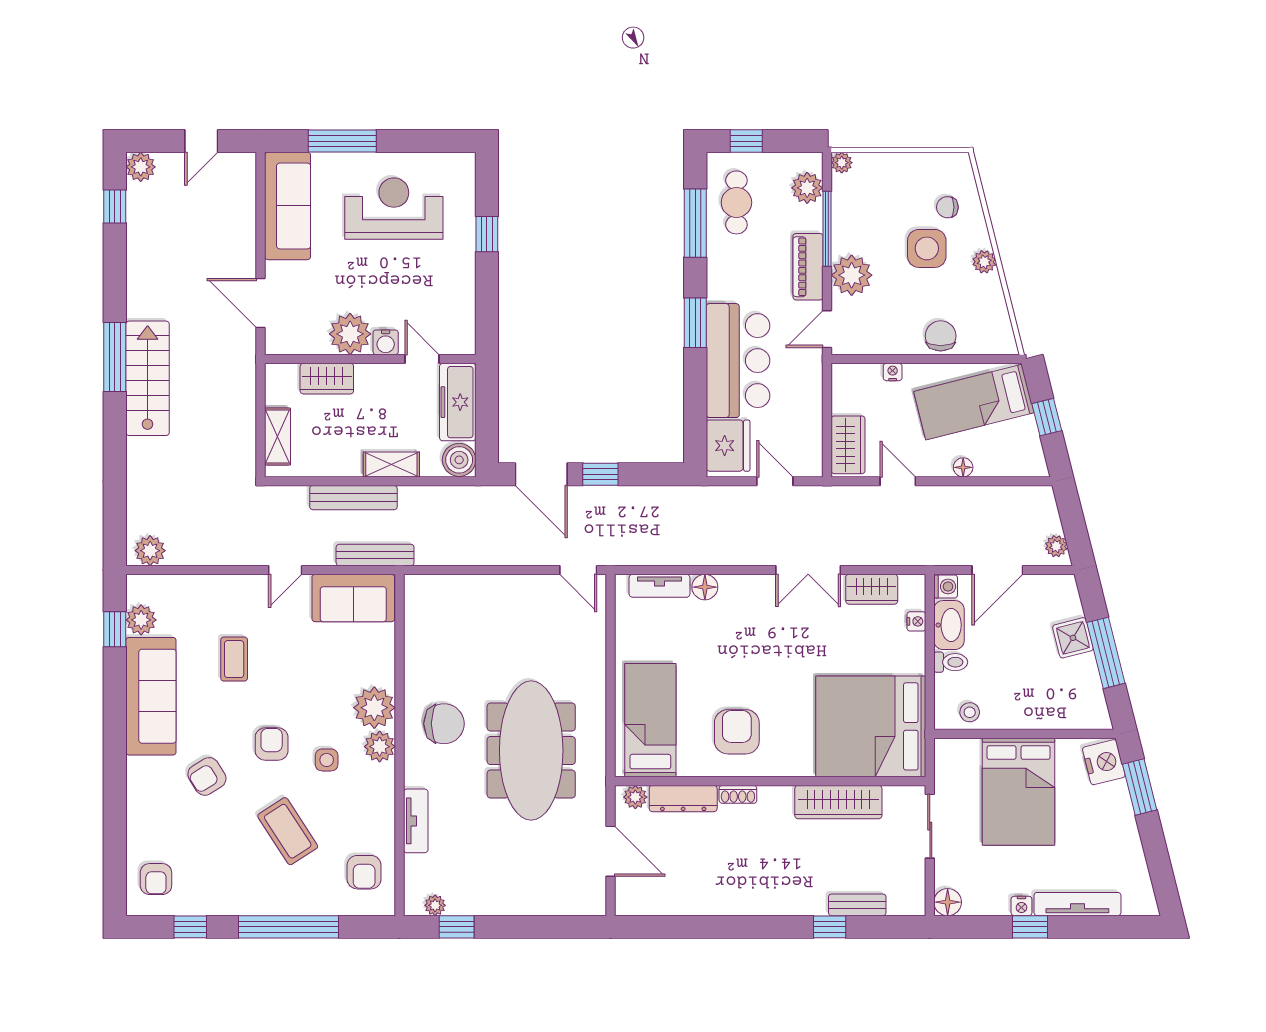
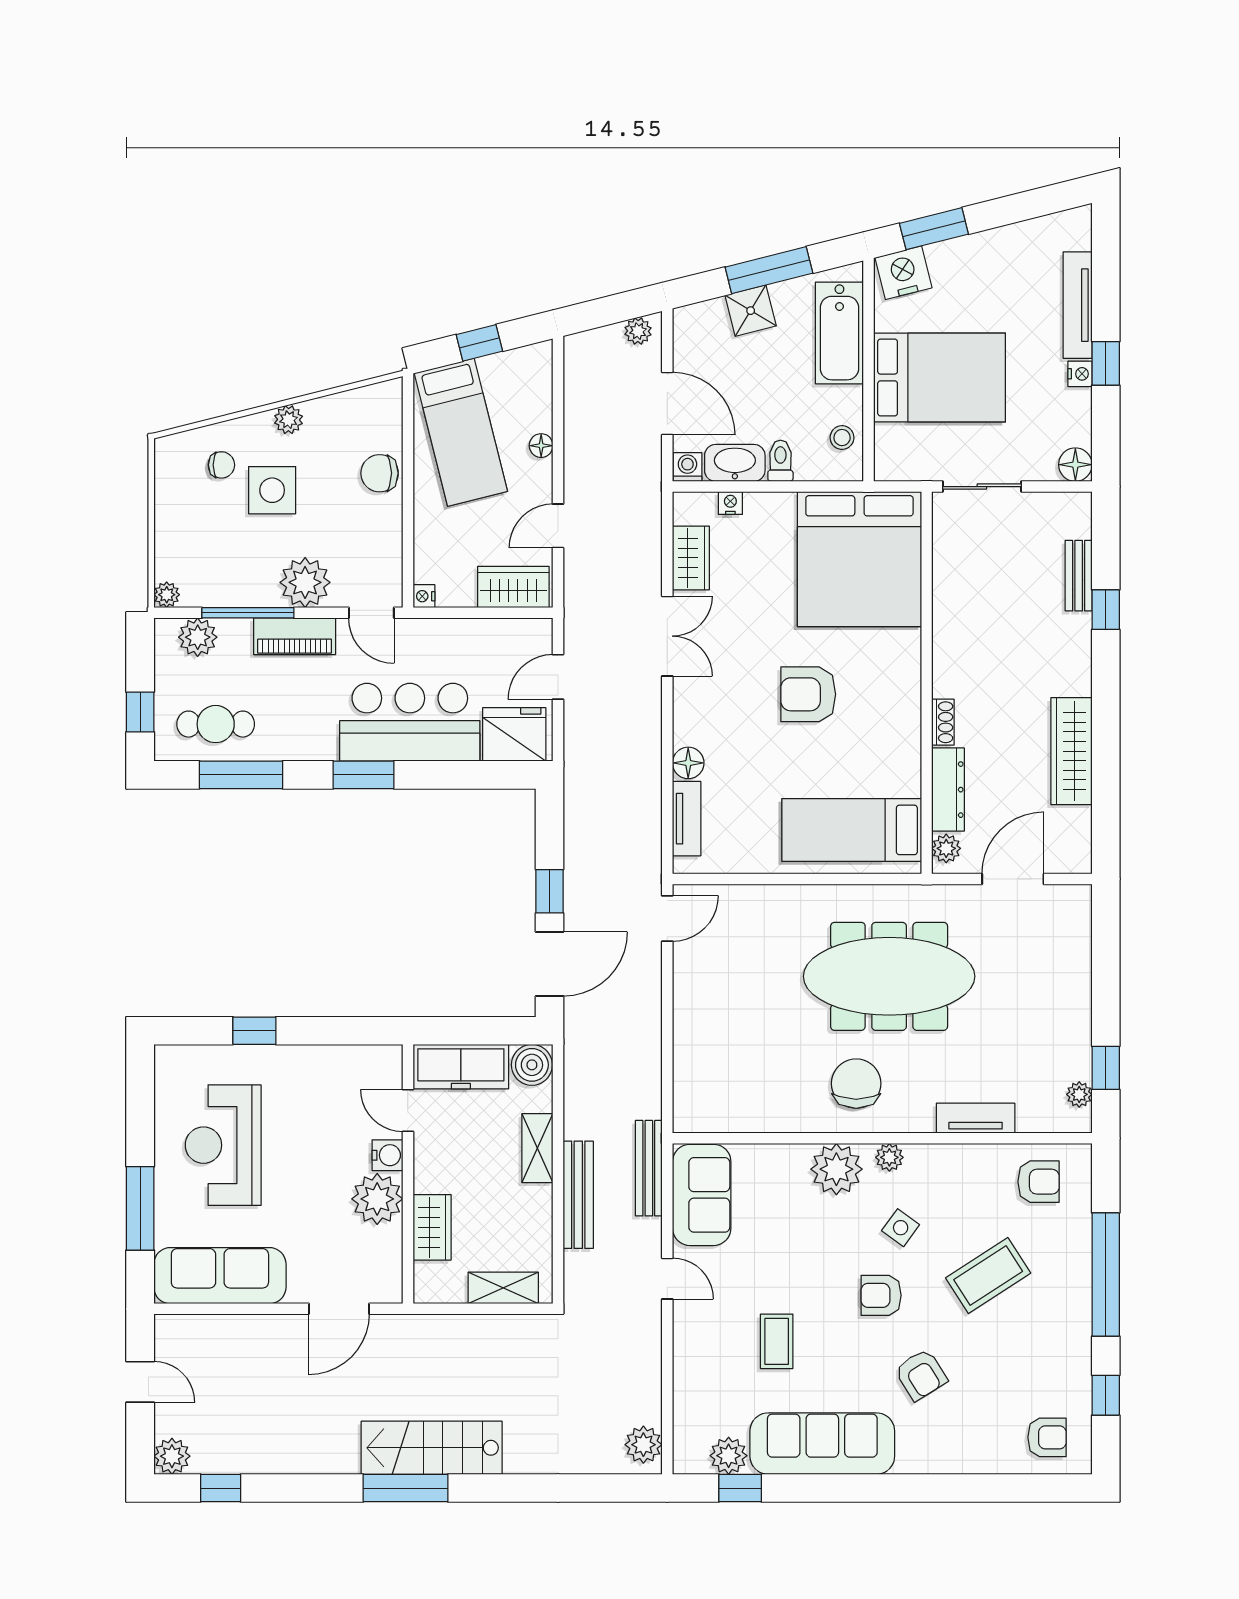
chair: (947, 207) -> (221, 465), turned -90
door: (422, 359) -> (408, 1110), hinge flipped
nightstand: (893, 372) -> (424, 596), moved
coffee table: (234, 659) -> (777, 1341), turned 90
bathtub: (1055, 710) -> (839, 333), added
armchair: (737, 732) -> (808, 694), moved
plant: (380, 747) -> (889, 1157), width x0.73, depth x0.73
side table: (327, 760) -> (901, 1228), turned 36
wardrobe: (838, 802) -> (1071, 751), moved, turned 180

